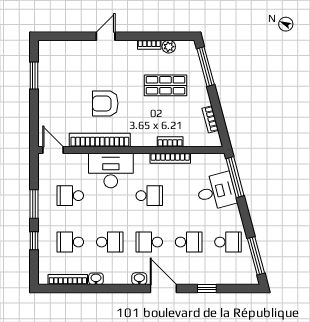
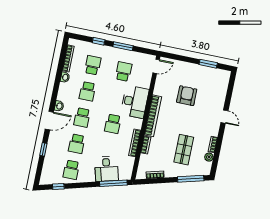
armchair: (105, 104) -> (187, 96), moved
bookcase: (100, 140) -> (153, 116), moved
school desk: (149, 242) -> (82, 118), turned 180
window: (256, 256) -> (58, 186), width x0.46

